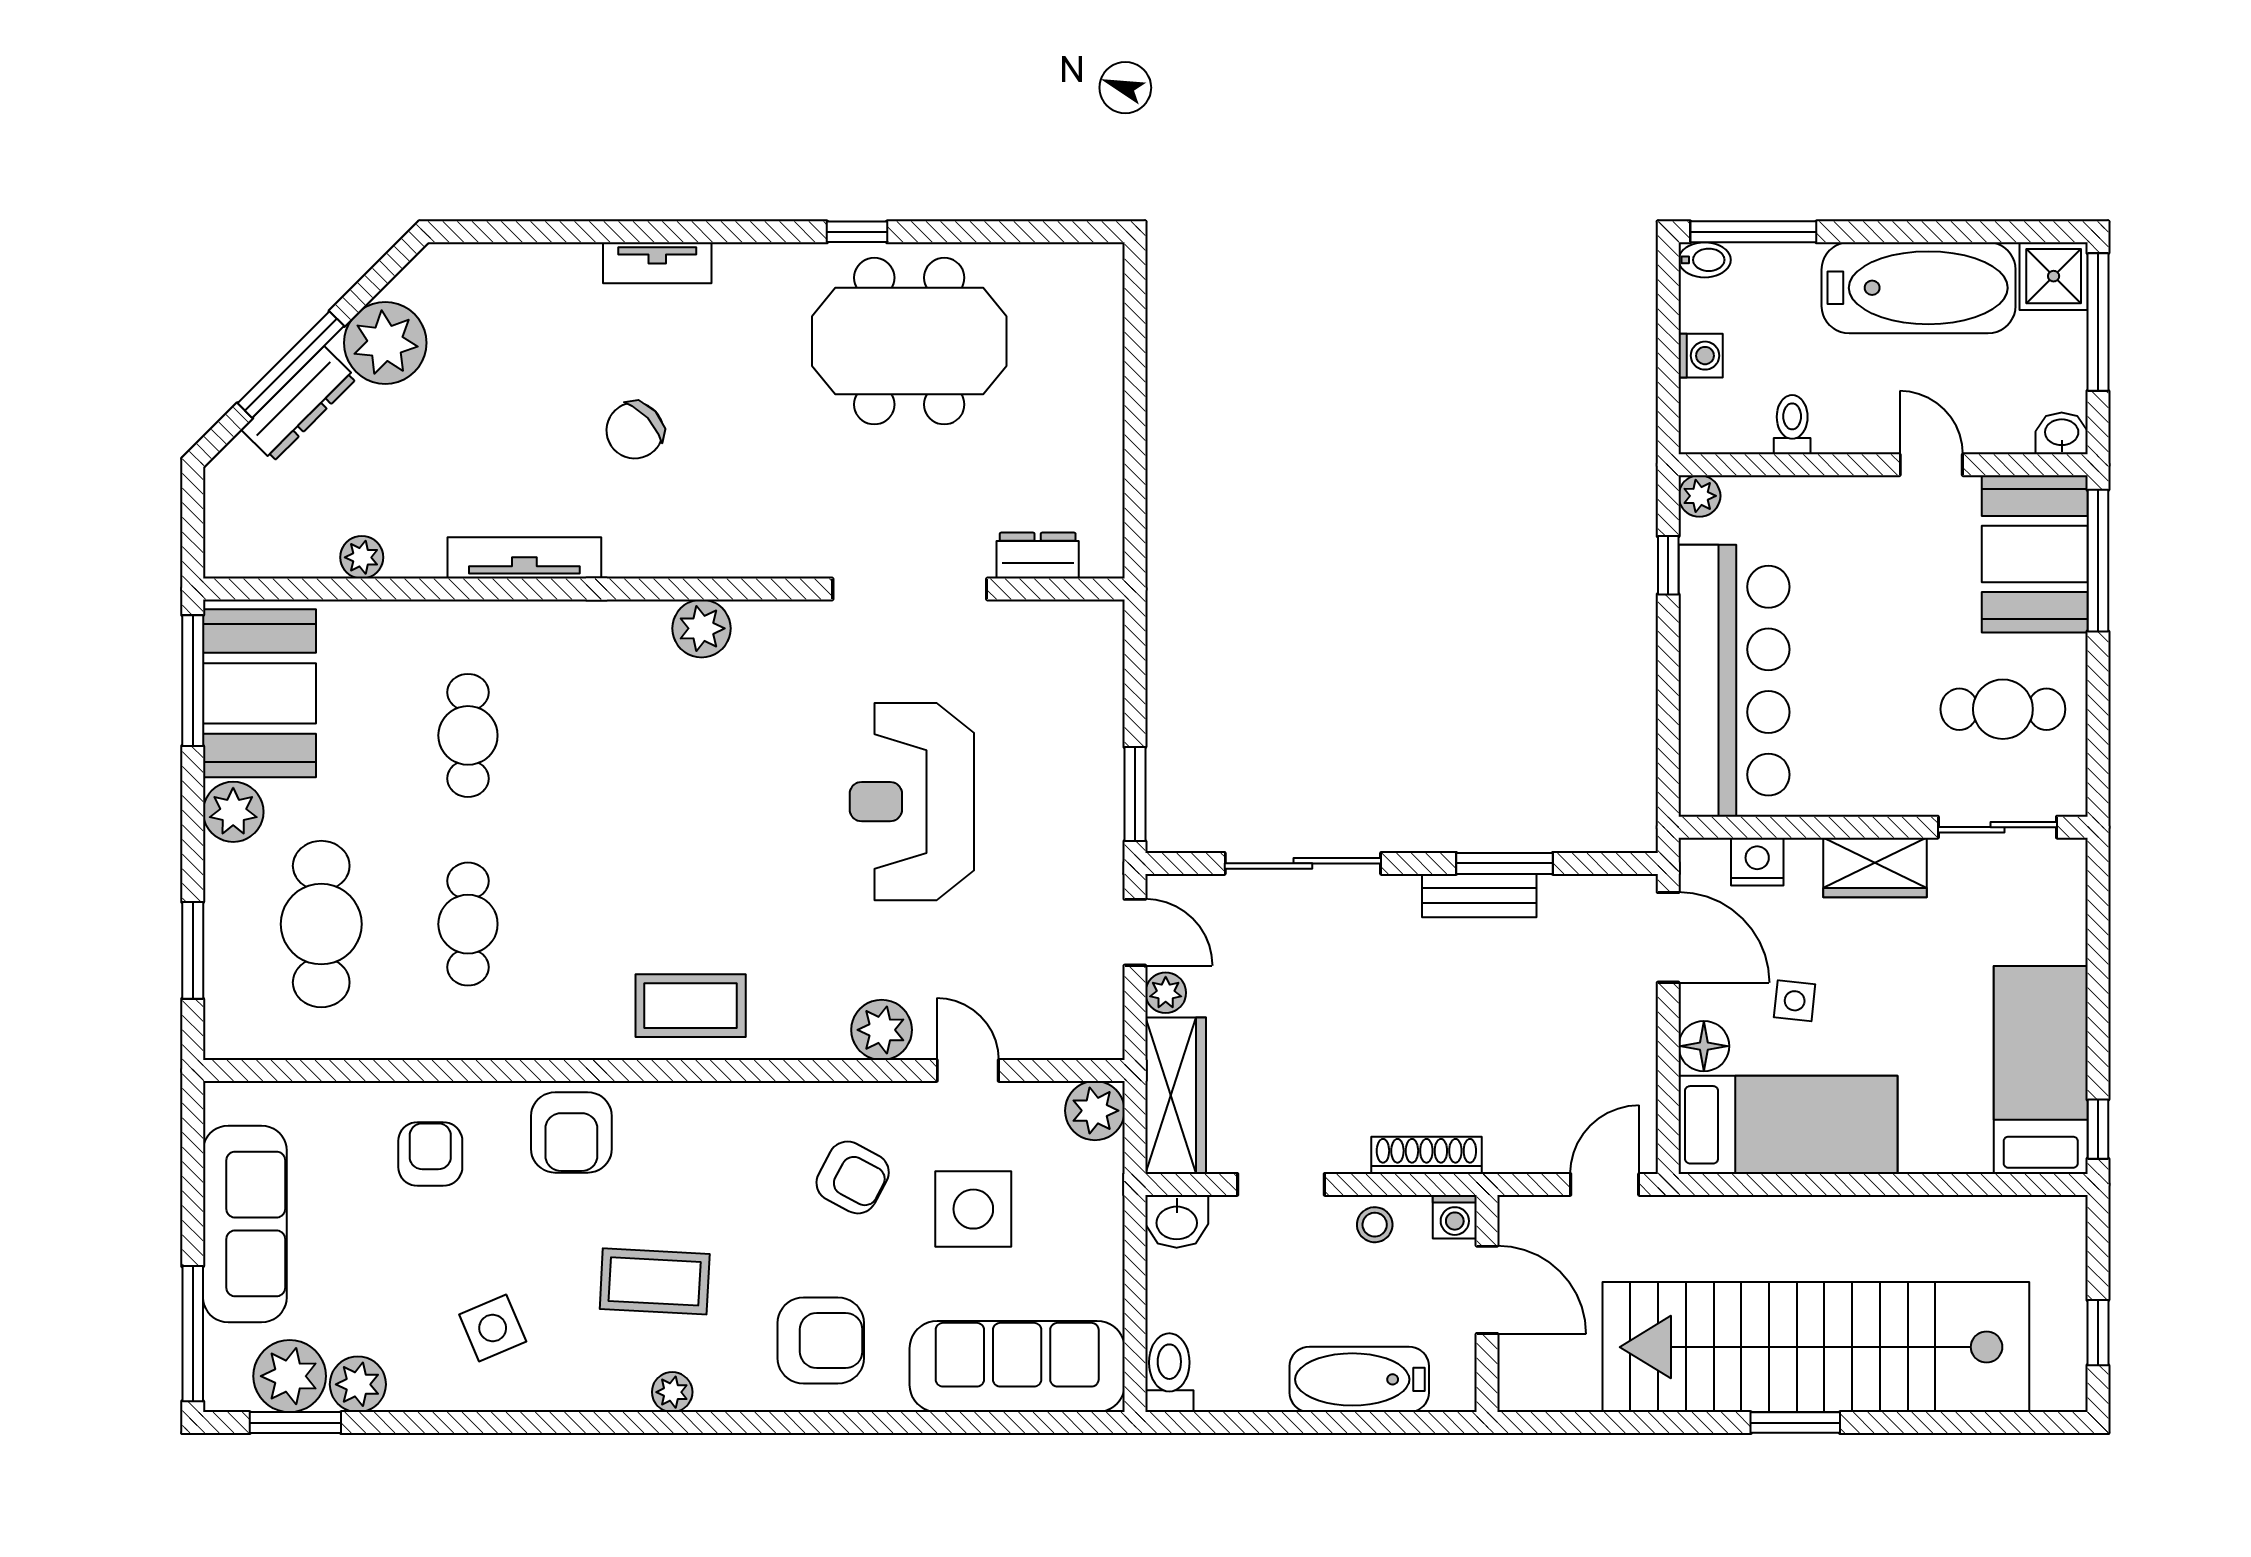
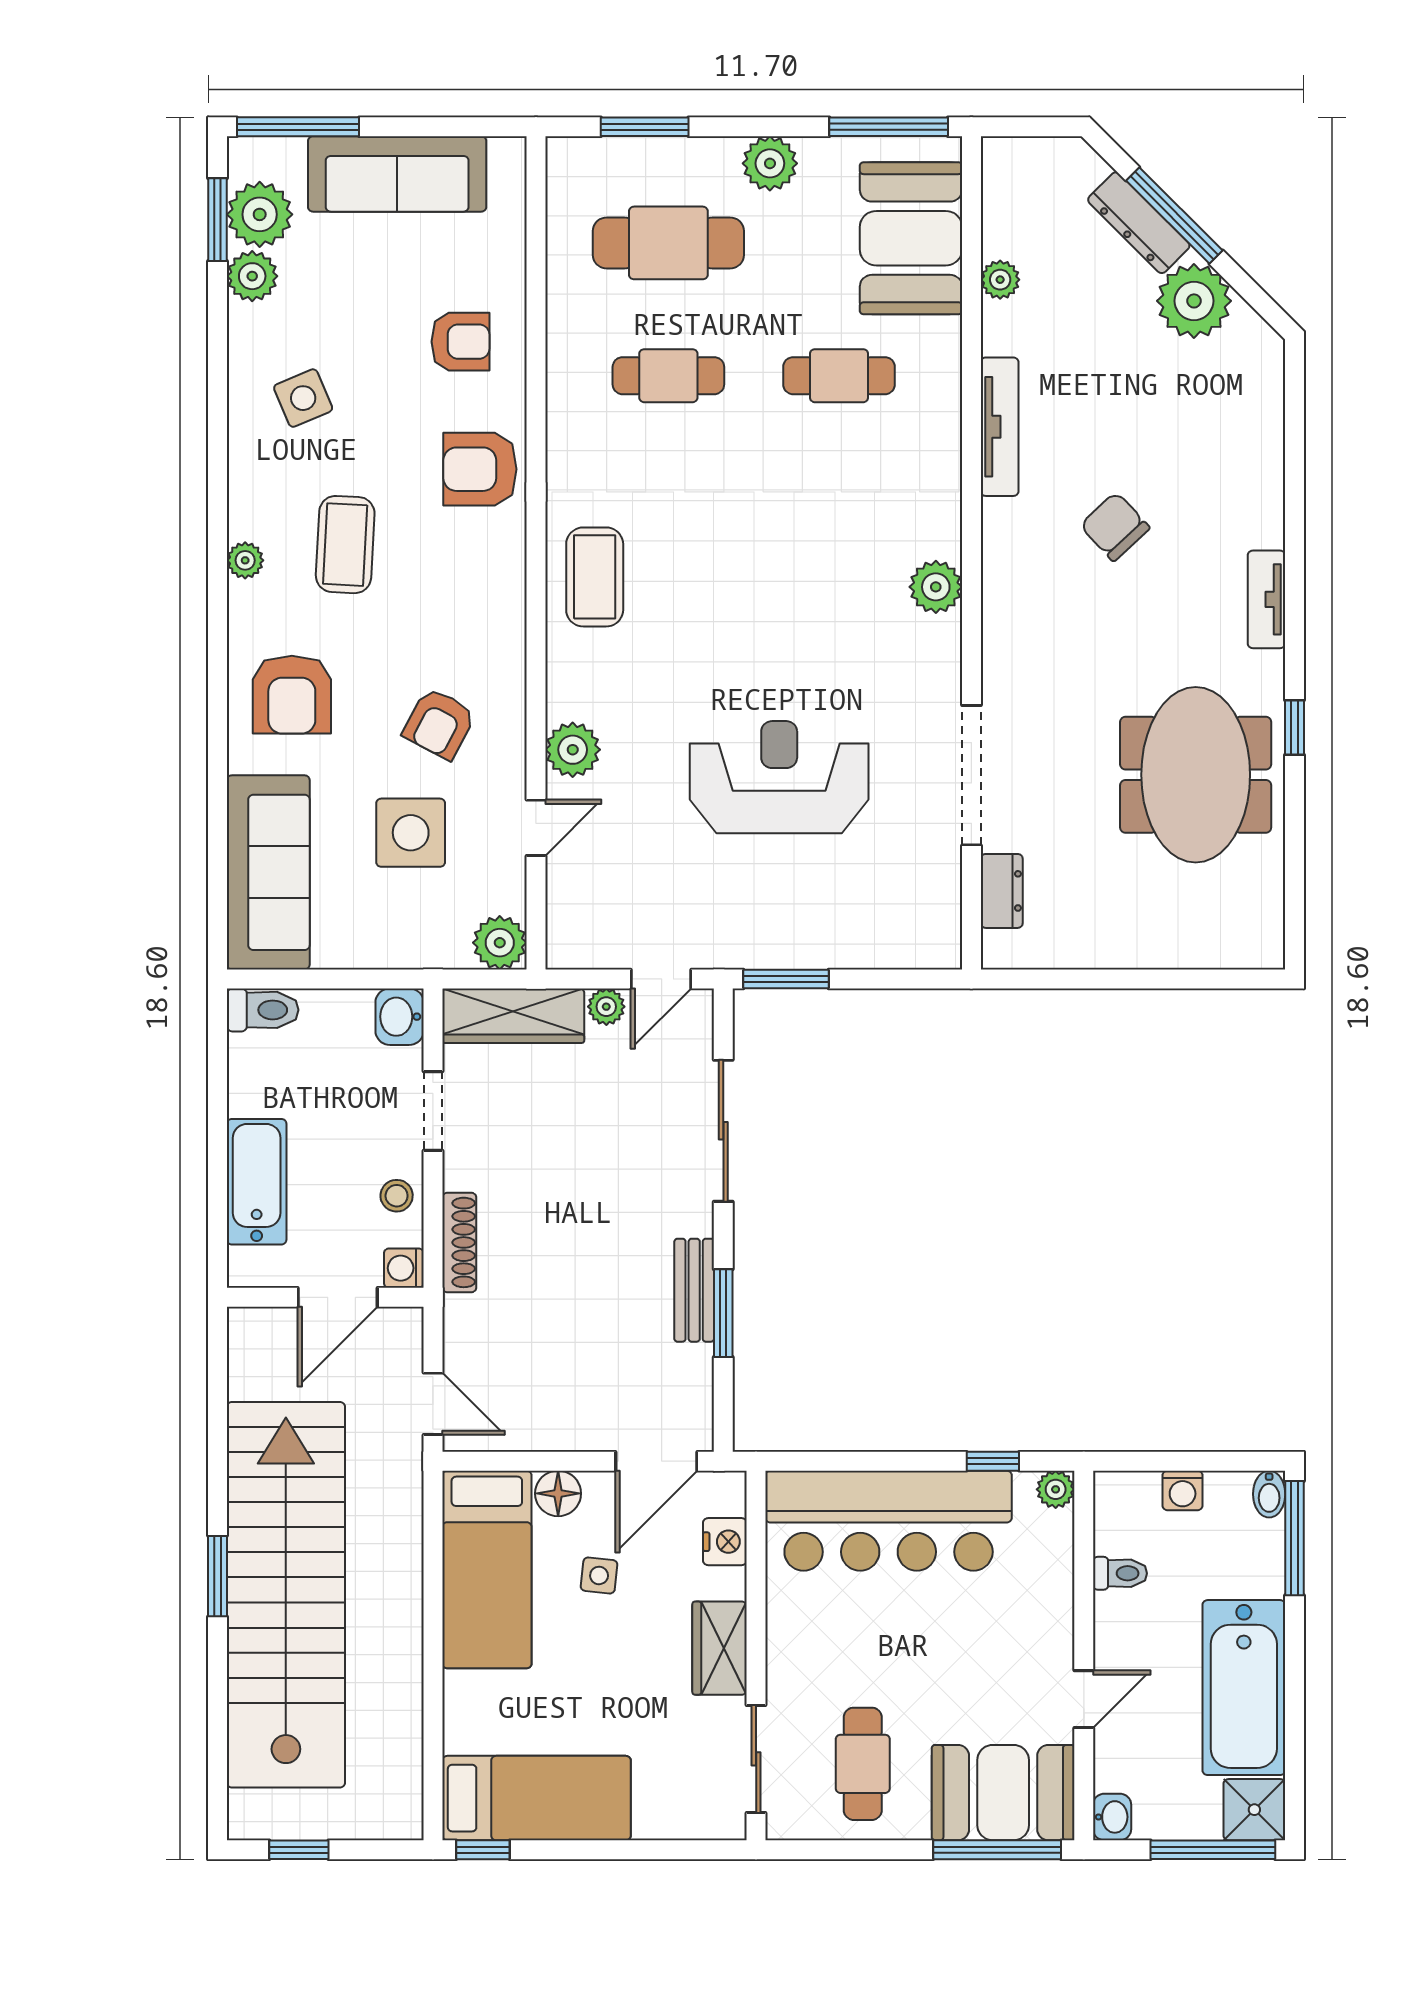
tv unit: (657, 263) -> (1266, 599), moved
booth: (259, 693) -> (911, 238), moved, turned 90

